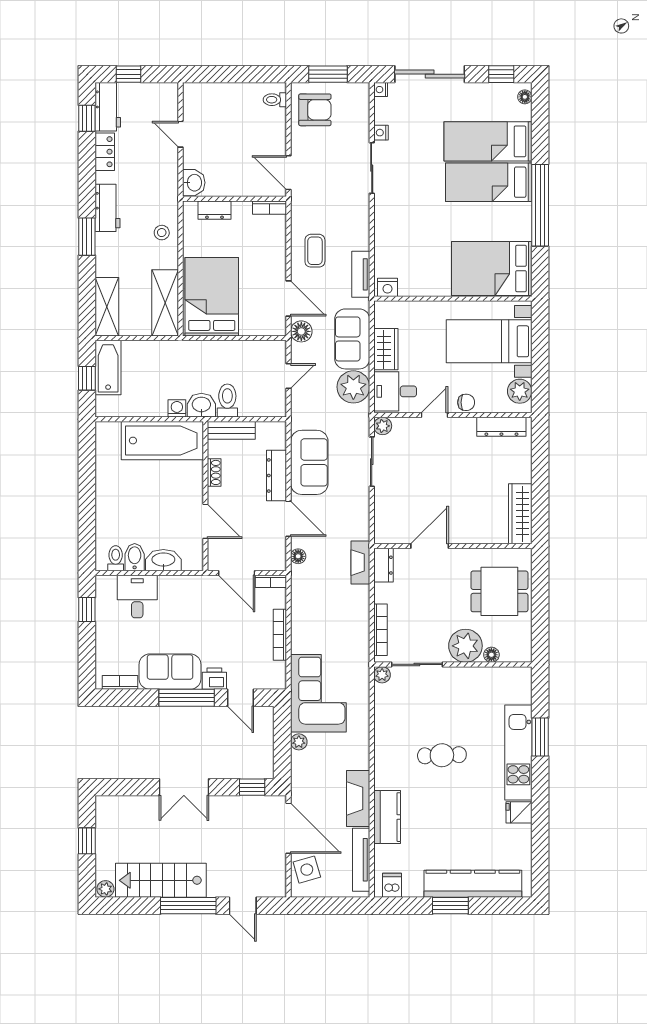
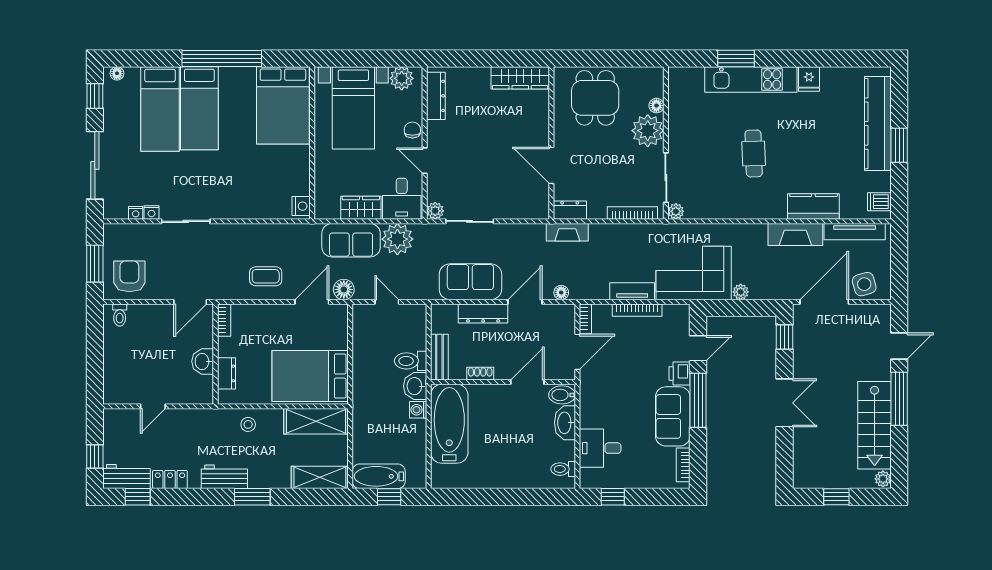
nightstand: (381, 90) -> (136, 213), moved
washbasin: (194, 183) -> (203, 361), moved, turned -90
tv unit: (361, 274) -> (632, 291), moved, turned 180
bidet: (135, 557) -> (562, 395), moved

